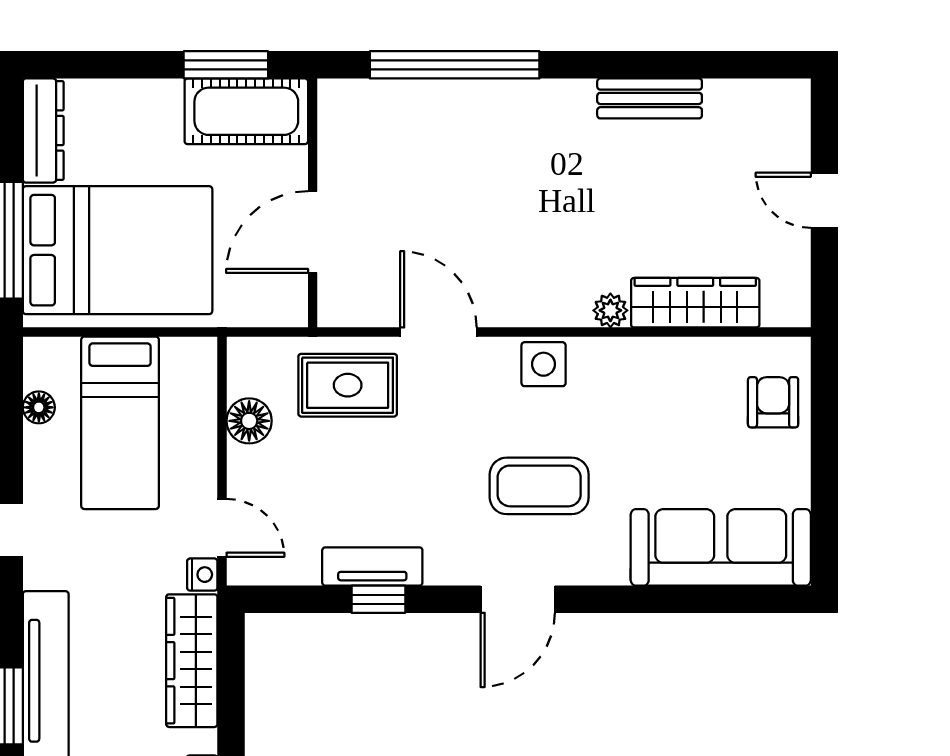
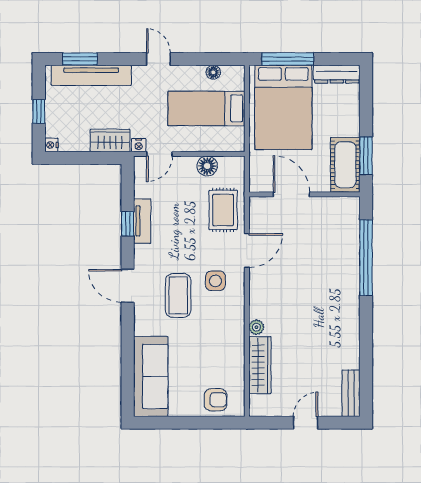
bench: (650, 98) -> (351, 393), moved
side table: (544, 364) -> (215, 281), moved
wardrobe: (192, 661) -> (110, 140), width x0.67

